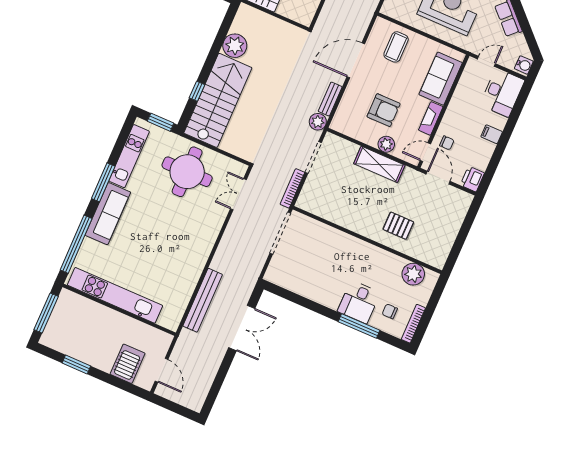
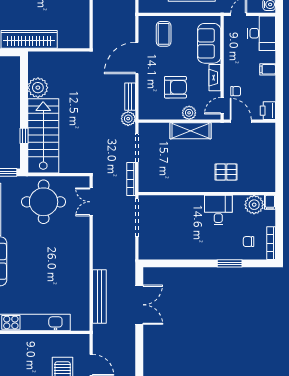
filing cabinet: (431, 279) -> (270, 202), added
desk: (359, 302) -> (218, 210), moved, turned 180
window: (359, 326) -> (230, 263), width x0.69

